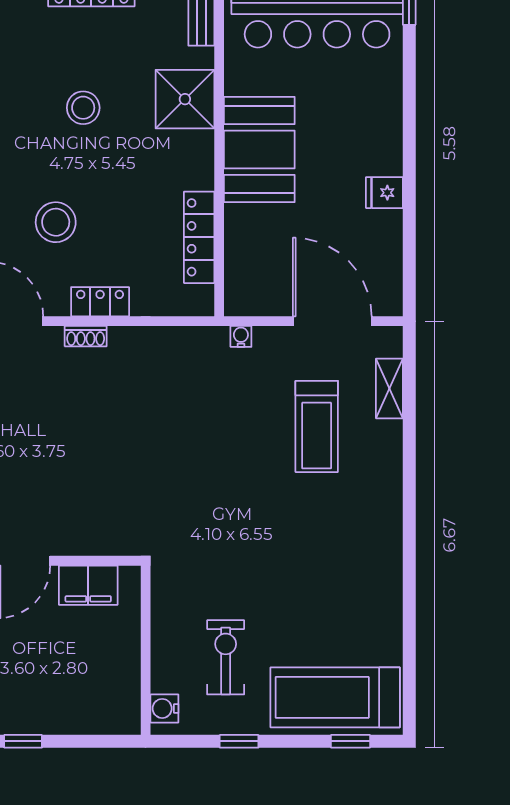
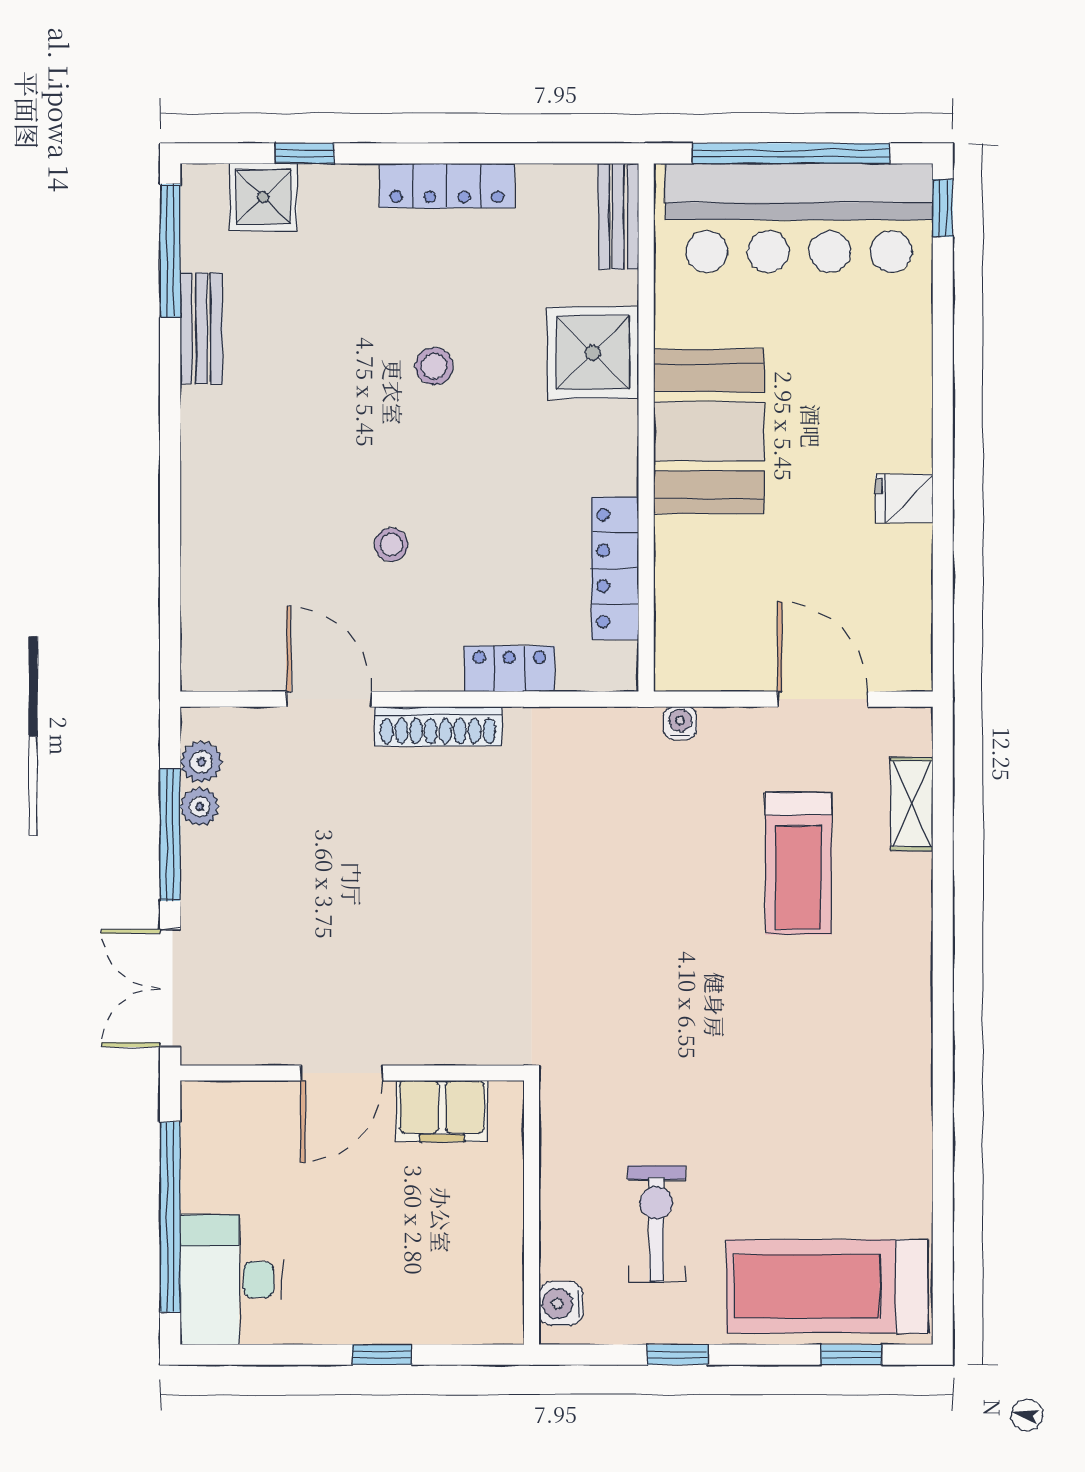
stool: (83, 108) -> (434, 366), width x0.73, depth x0.73
stool: (56, 222) -> (391, 545), width x0.53, depth x0.53
locker: (100, 302) -> (509, 669), moved
door: (332, 321) -> (823, 699), width x0.73
shoe rack: (86, 336) -> (438, 726), width x1.94, depth x1.24
window: (23, 741) -> (382, 1355), moved

